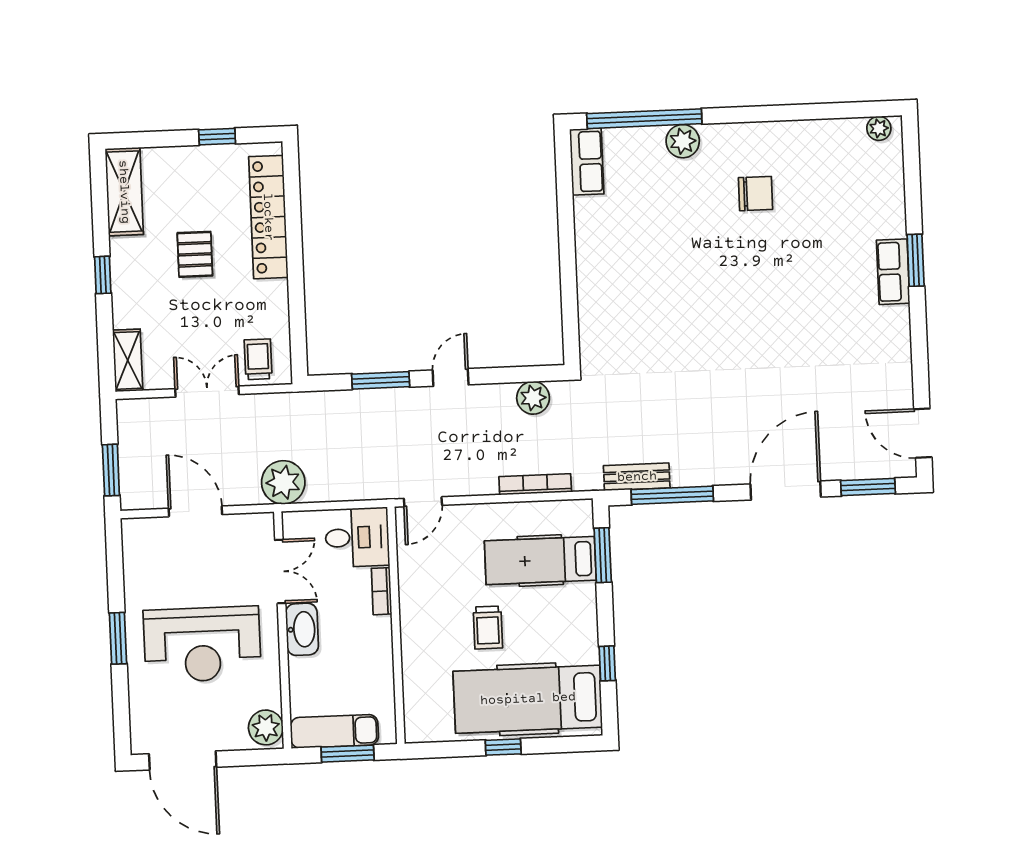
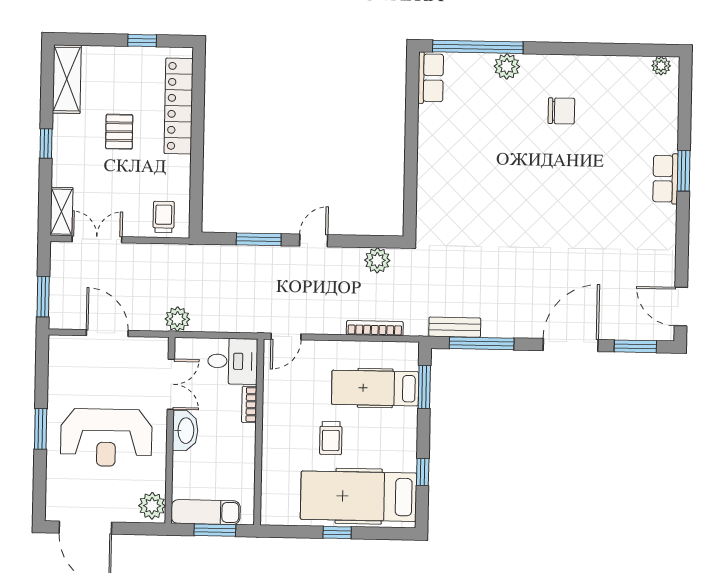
double door: (207, 392) -> (97, 239), moved
plant: (283, 482) -> (177, 319), width x0.73, depth x0.73

